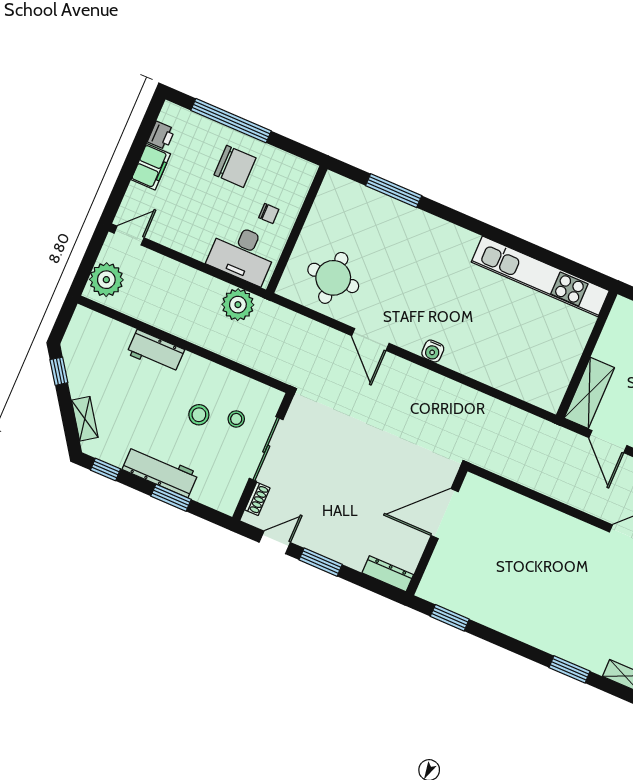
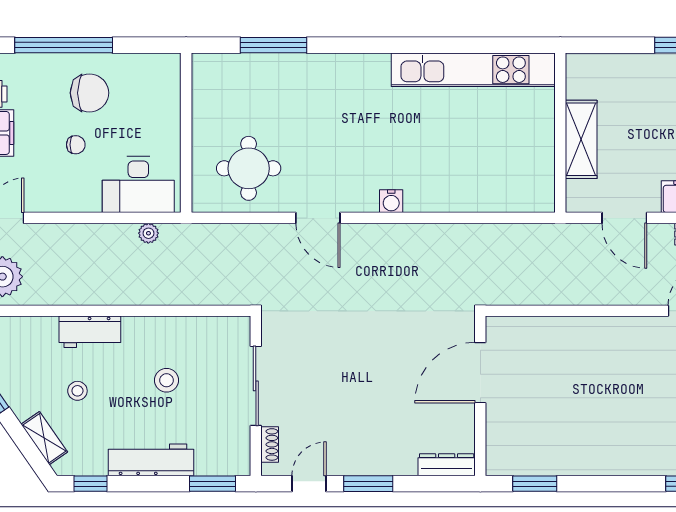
chair: (269, 213) -> (76, 145), moved
plant: (238, 305) -> (148, 233), width x0.53, depth x0.53
shelving: (589, 393) -> (581, 139), moved
stool: (236, 419) -> (77, 391), moved
window: (171, 498) -> (213, 484), moved

